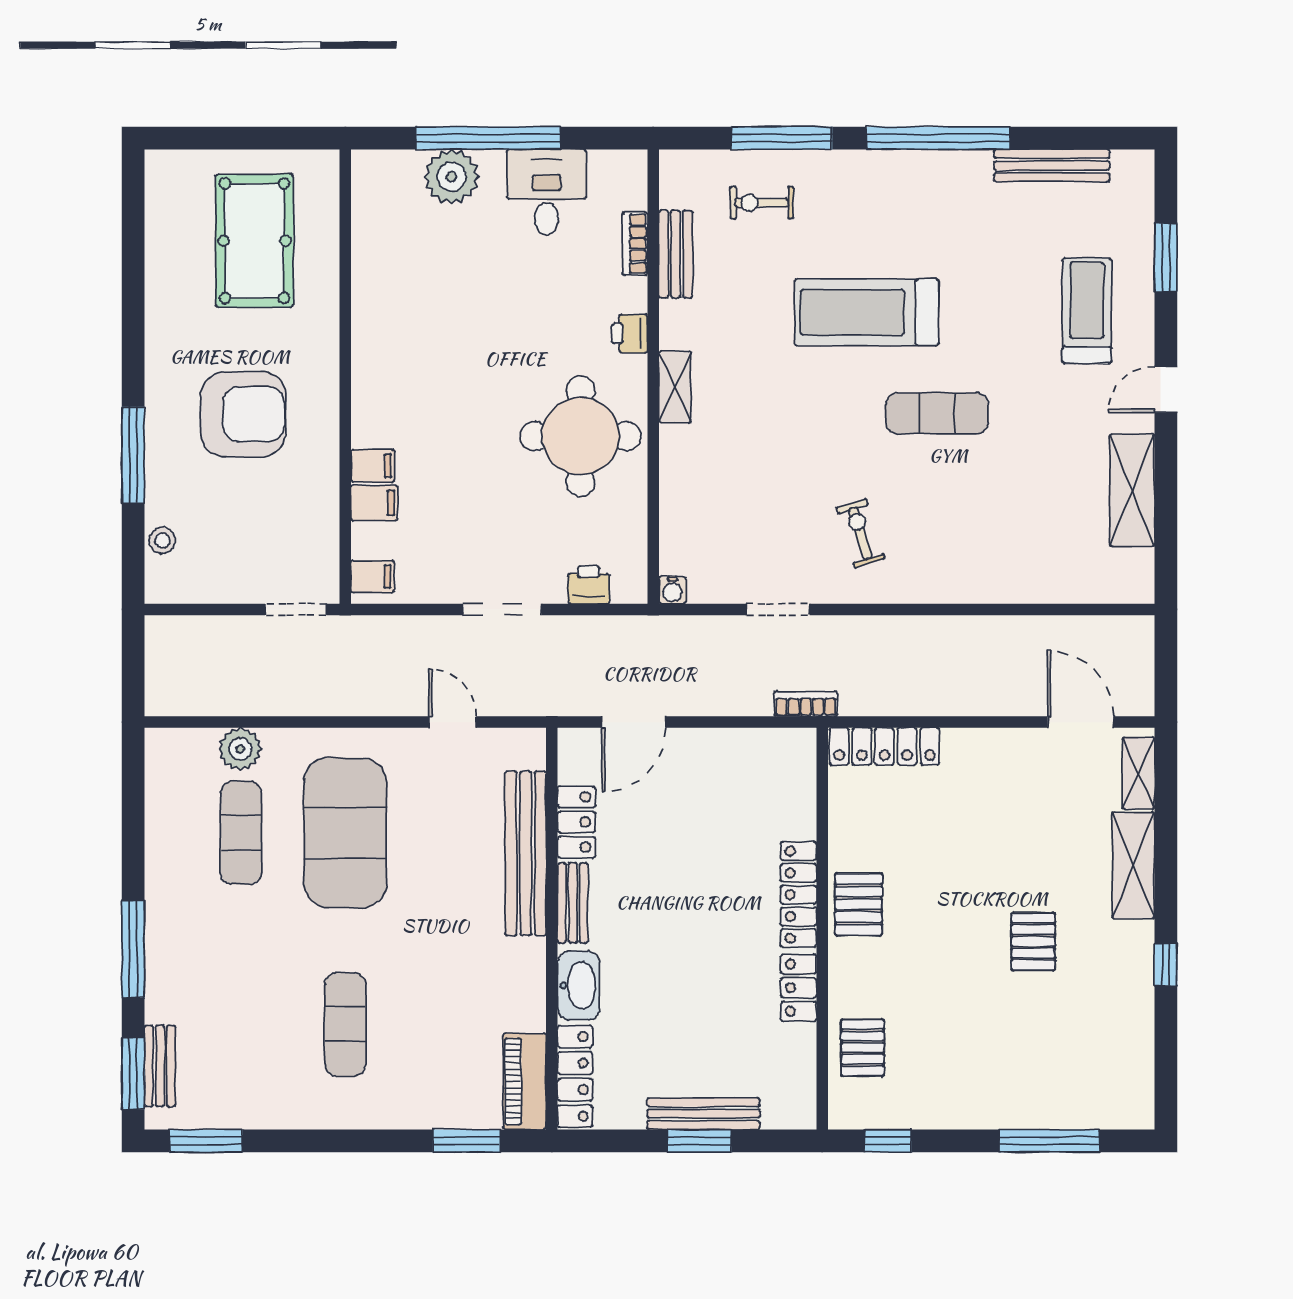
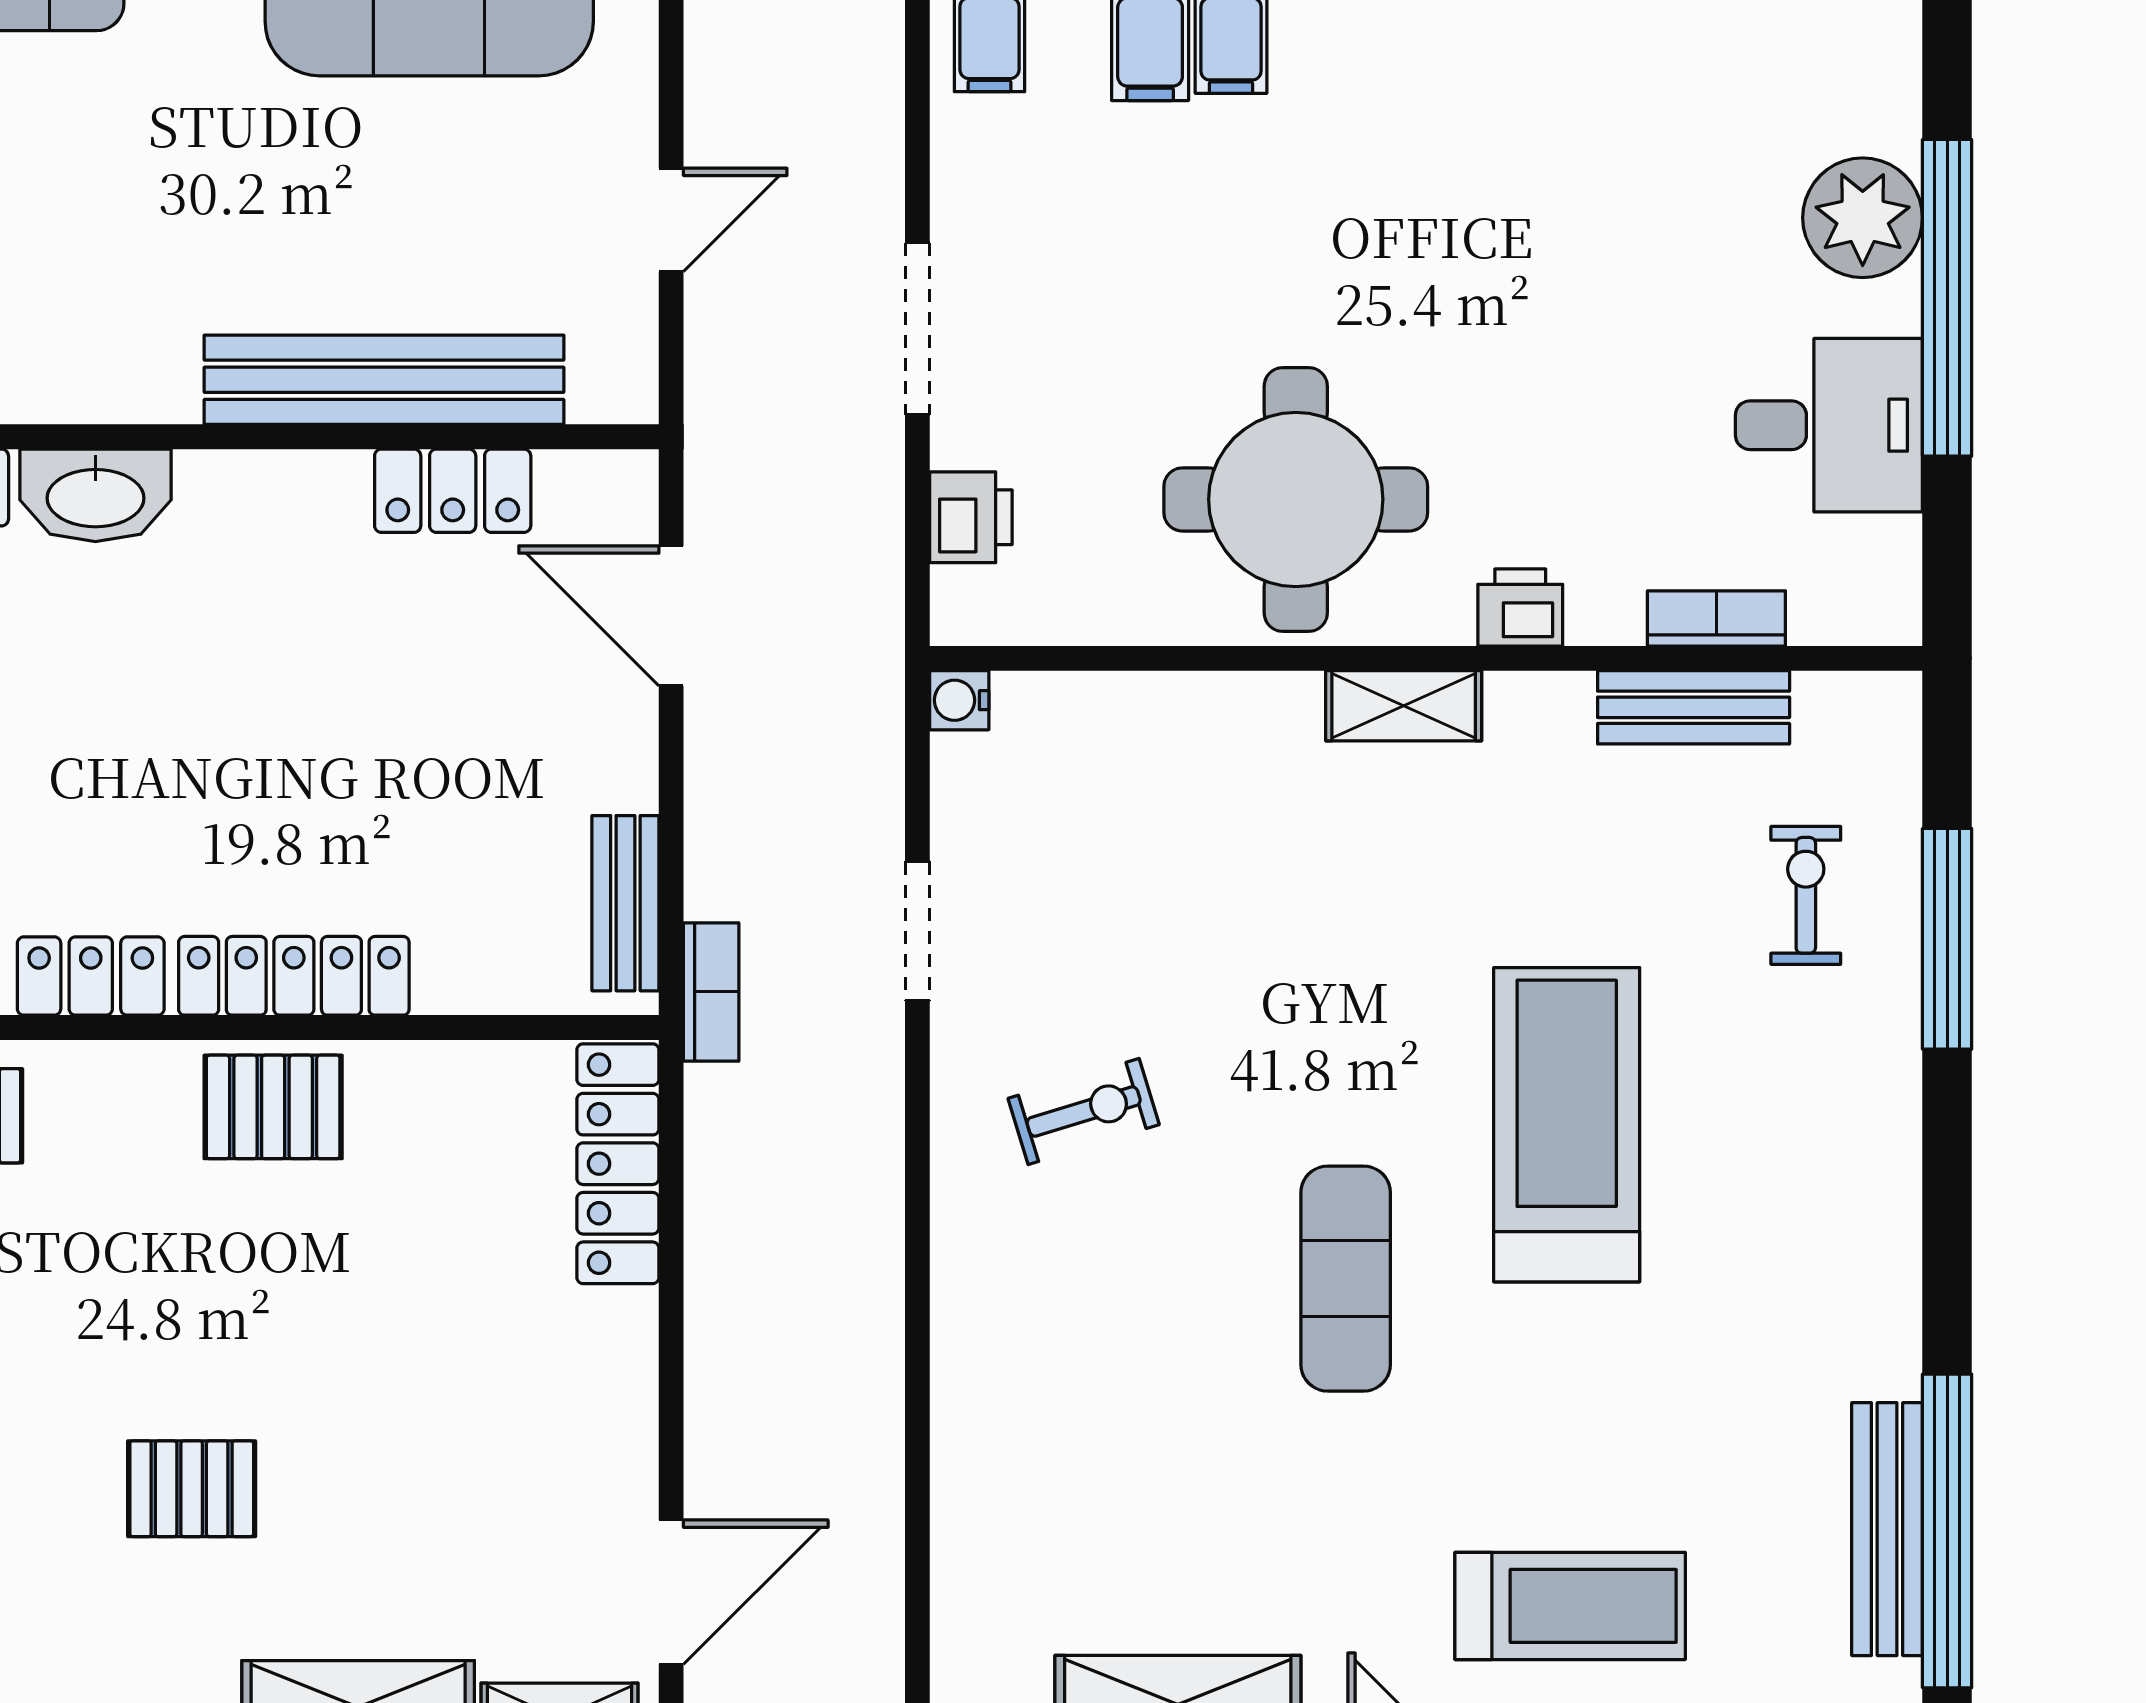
window: (938, 138) -> (1947, 1531), moved
bench: (573, 903) -> (625, 903), moved, turned 90

